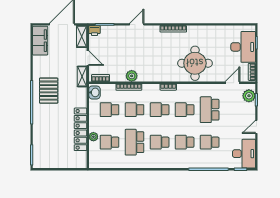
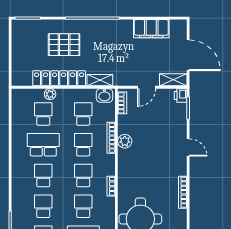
filing cabinet: (40, 41) -> (151, 29), moved
shelving: (82, 76) -> (100, 80), moved
pallet: (49, 91) -> (64, 45), moved

